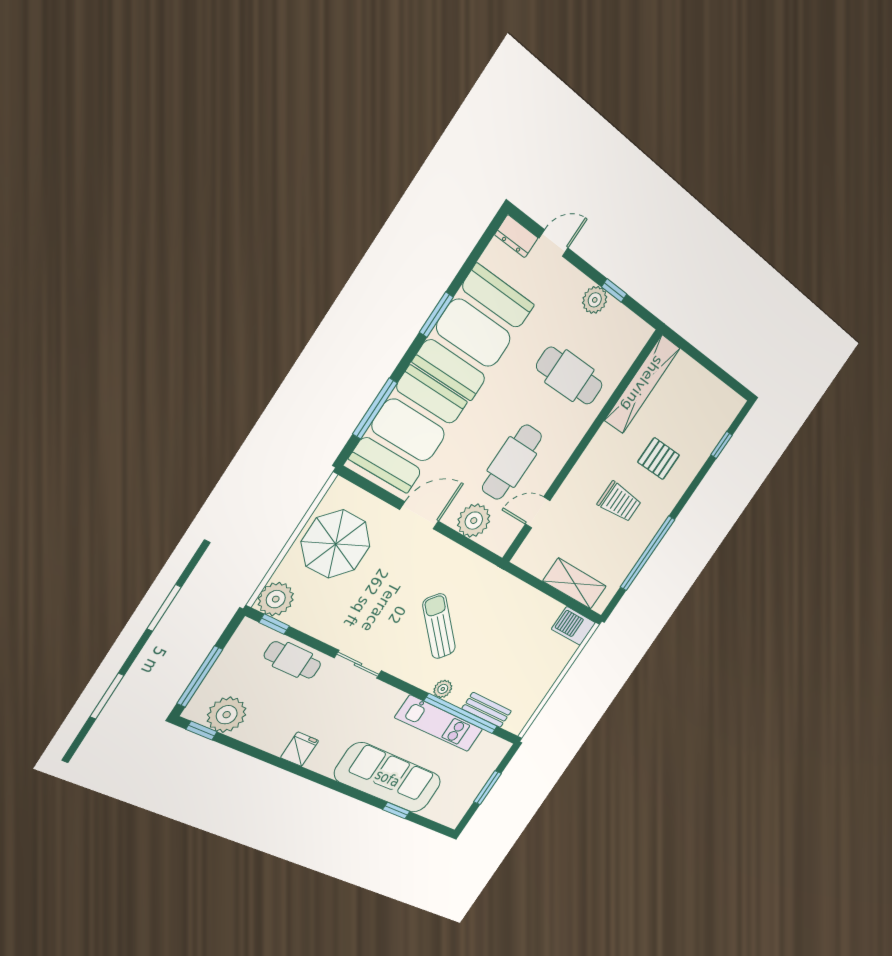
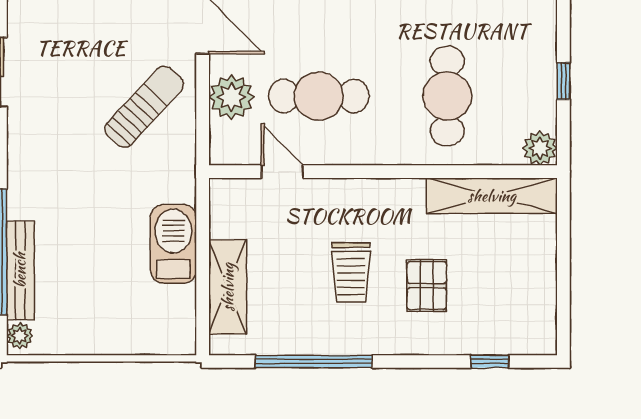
plant: (595, 300) -> (540, 148), moved
sun lounger: (439, 626) -> (144, 107), moved
barbecue: (574, 626) -> (173, 244), moved, width x1.37, depth x1.21
plant: (443, 689) -> (20, 336), moved
bench: (487, 710) -> (20, 270), width x1.36

